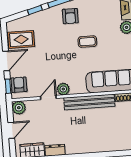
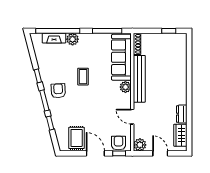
armchair: (70, 16) -> (58, 91), turned -93
armchair: (19, 85) -> (118, 143), turned 90
plant: (63, 89) -> (125, 87), moved

